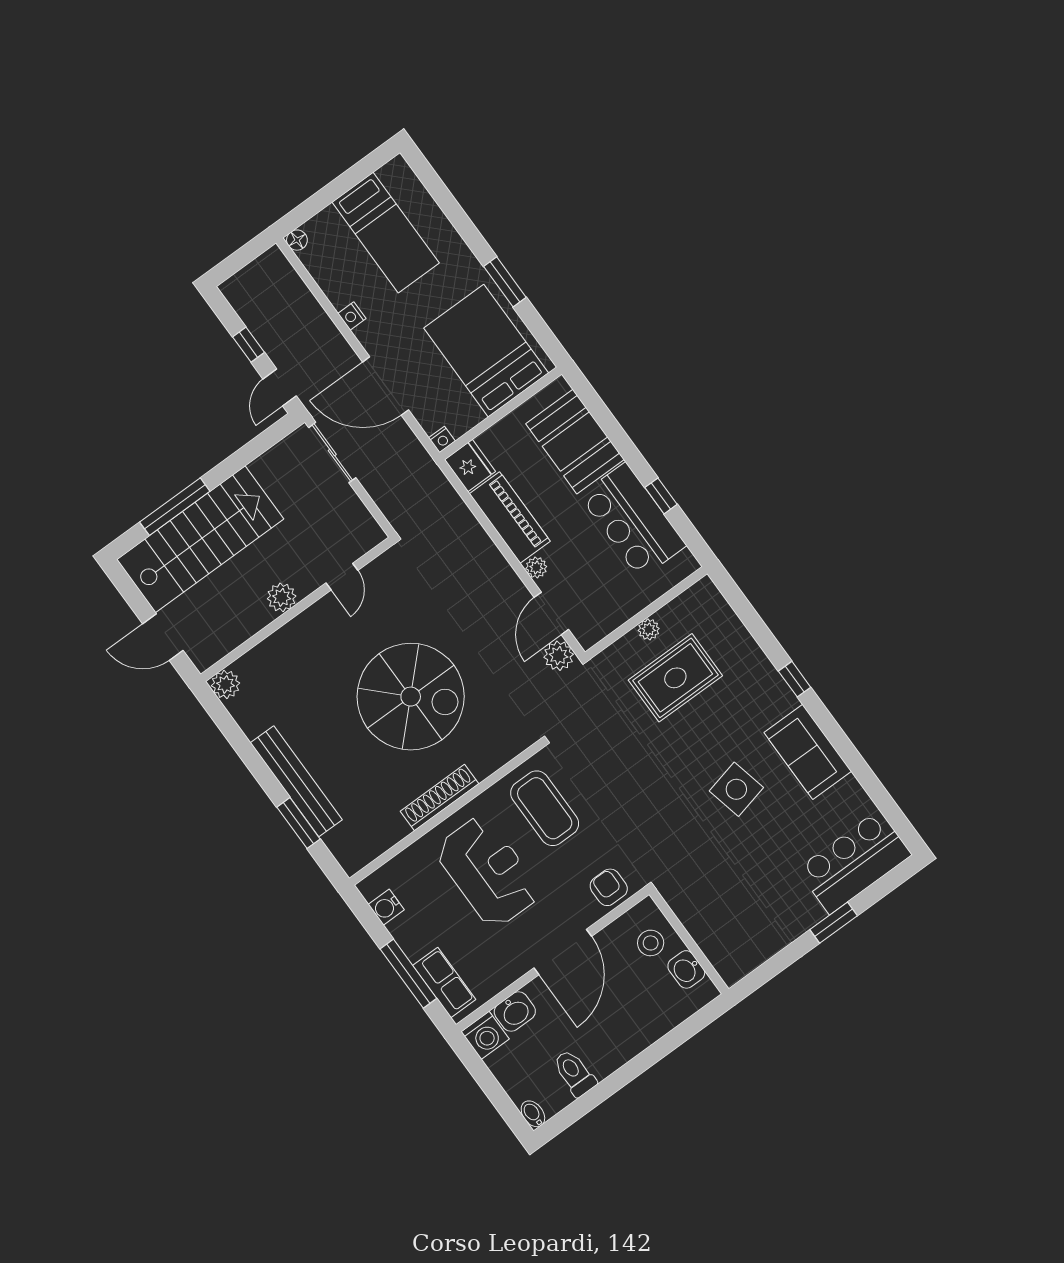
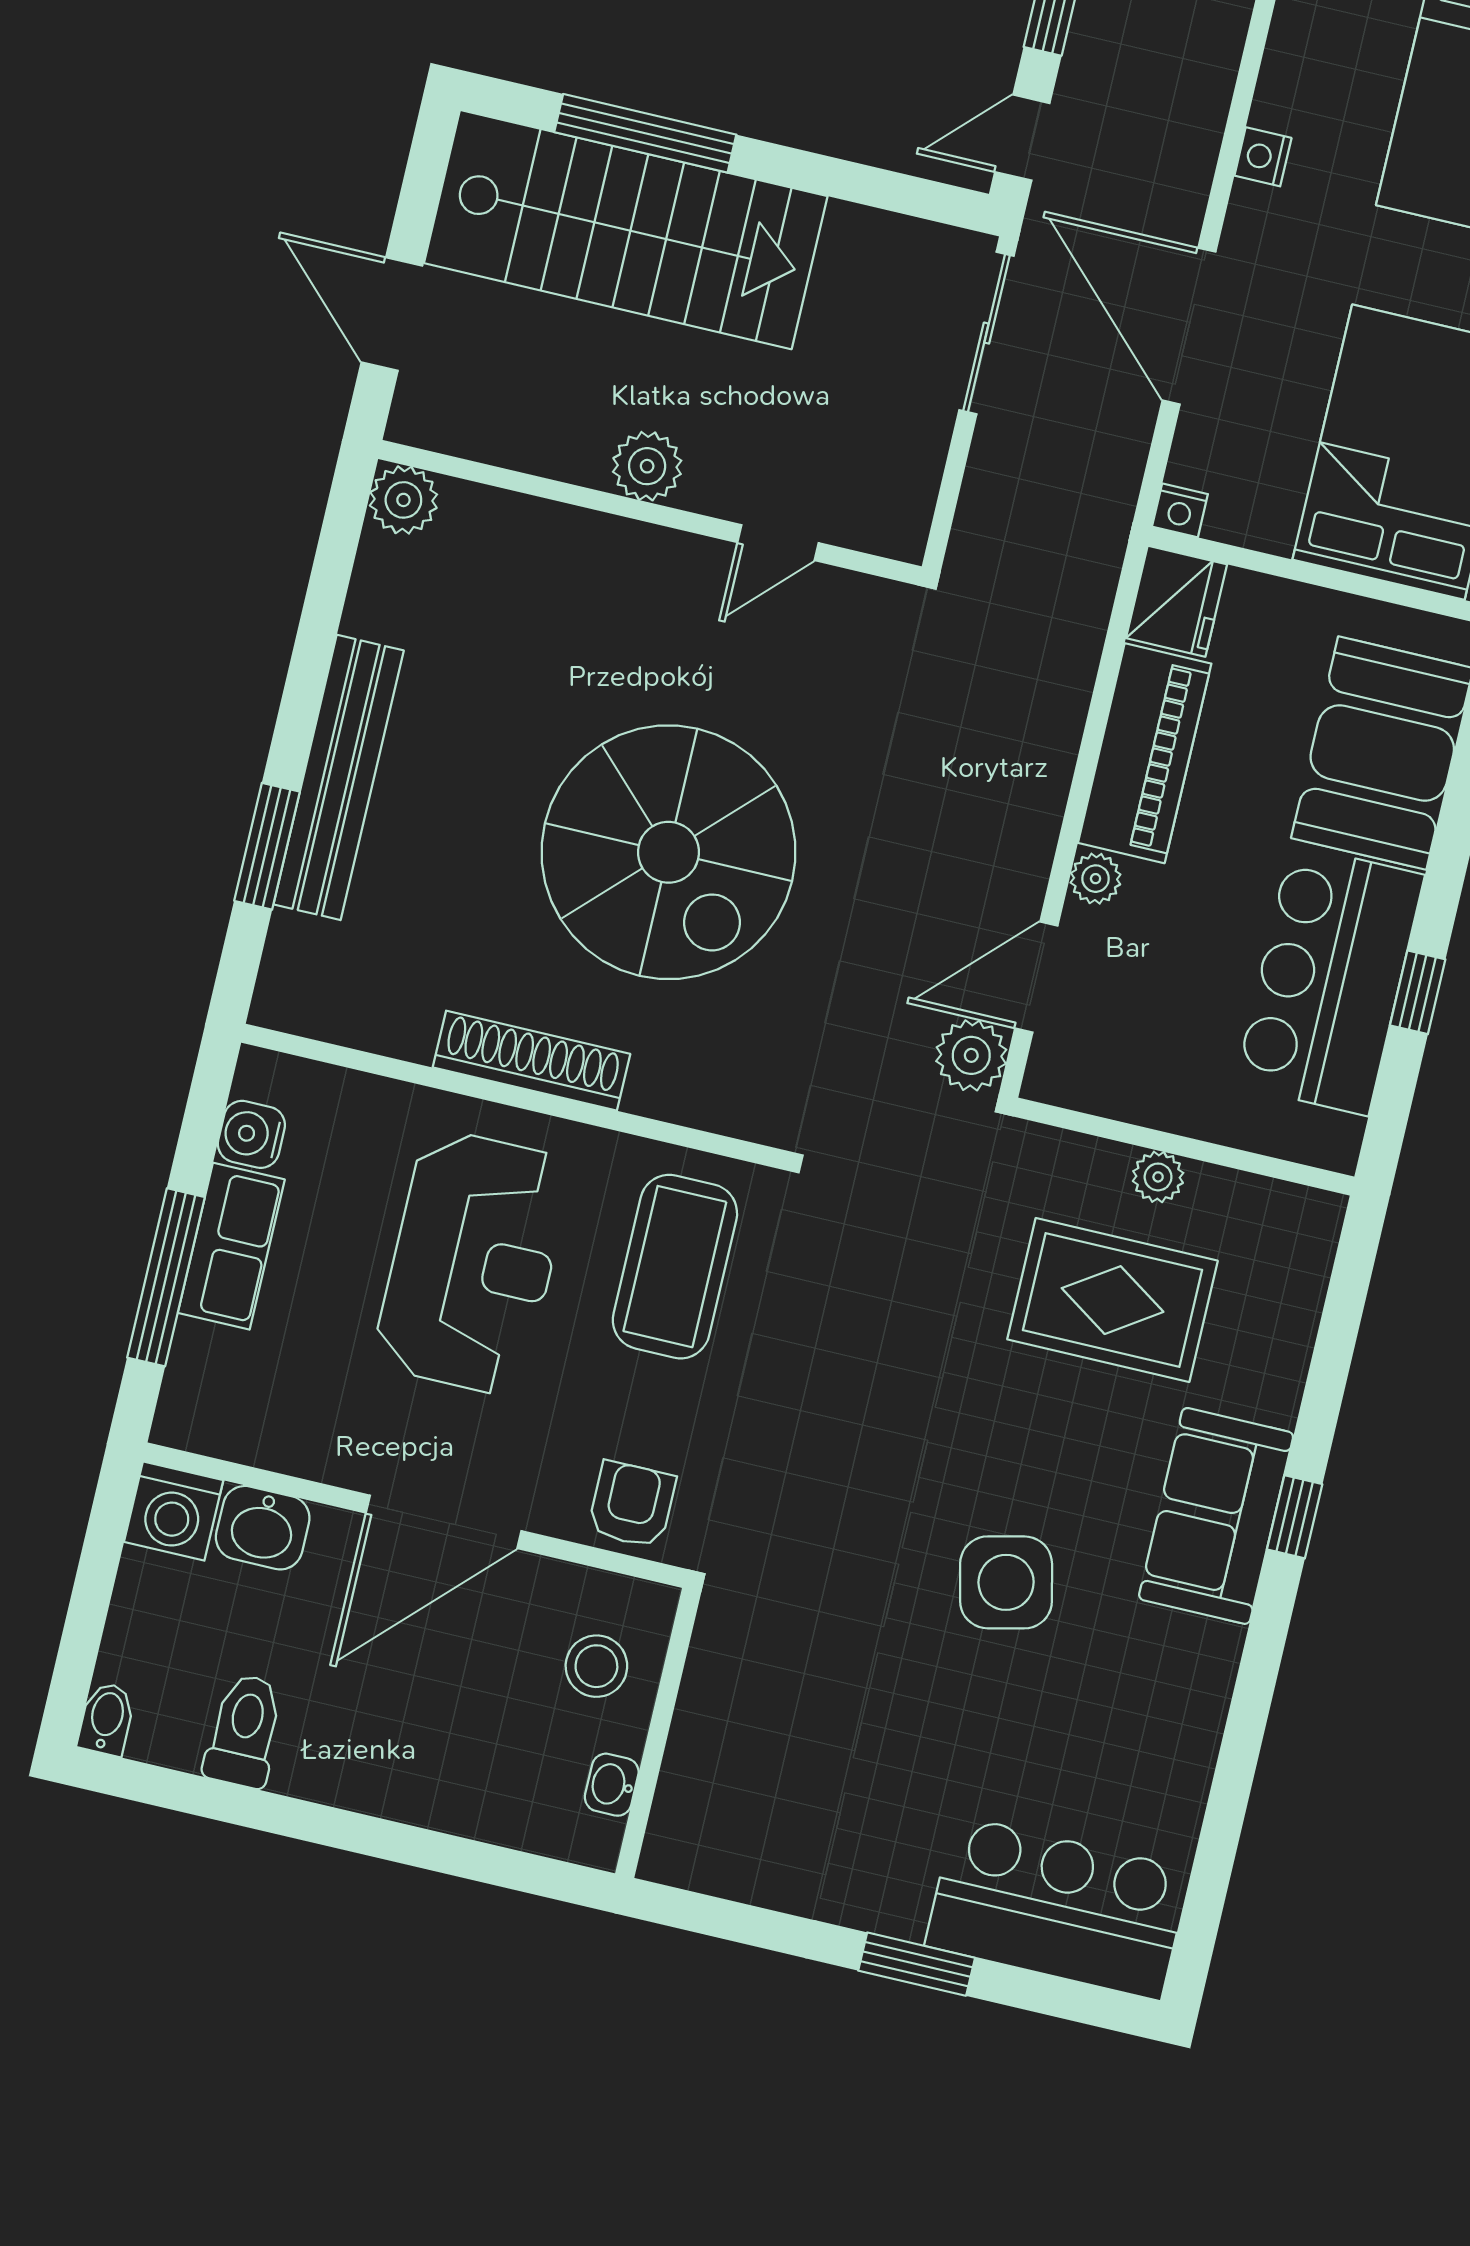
sofa: (808, 752) -> (1216, 1516), moved
washbasin: (686, 969) -> (612, 1785), width x0.72, depth x0.69
row of seats: (444, 982) -> (231, 1246), moved

